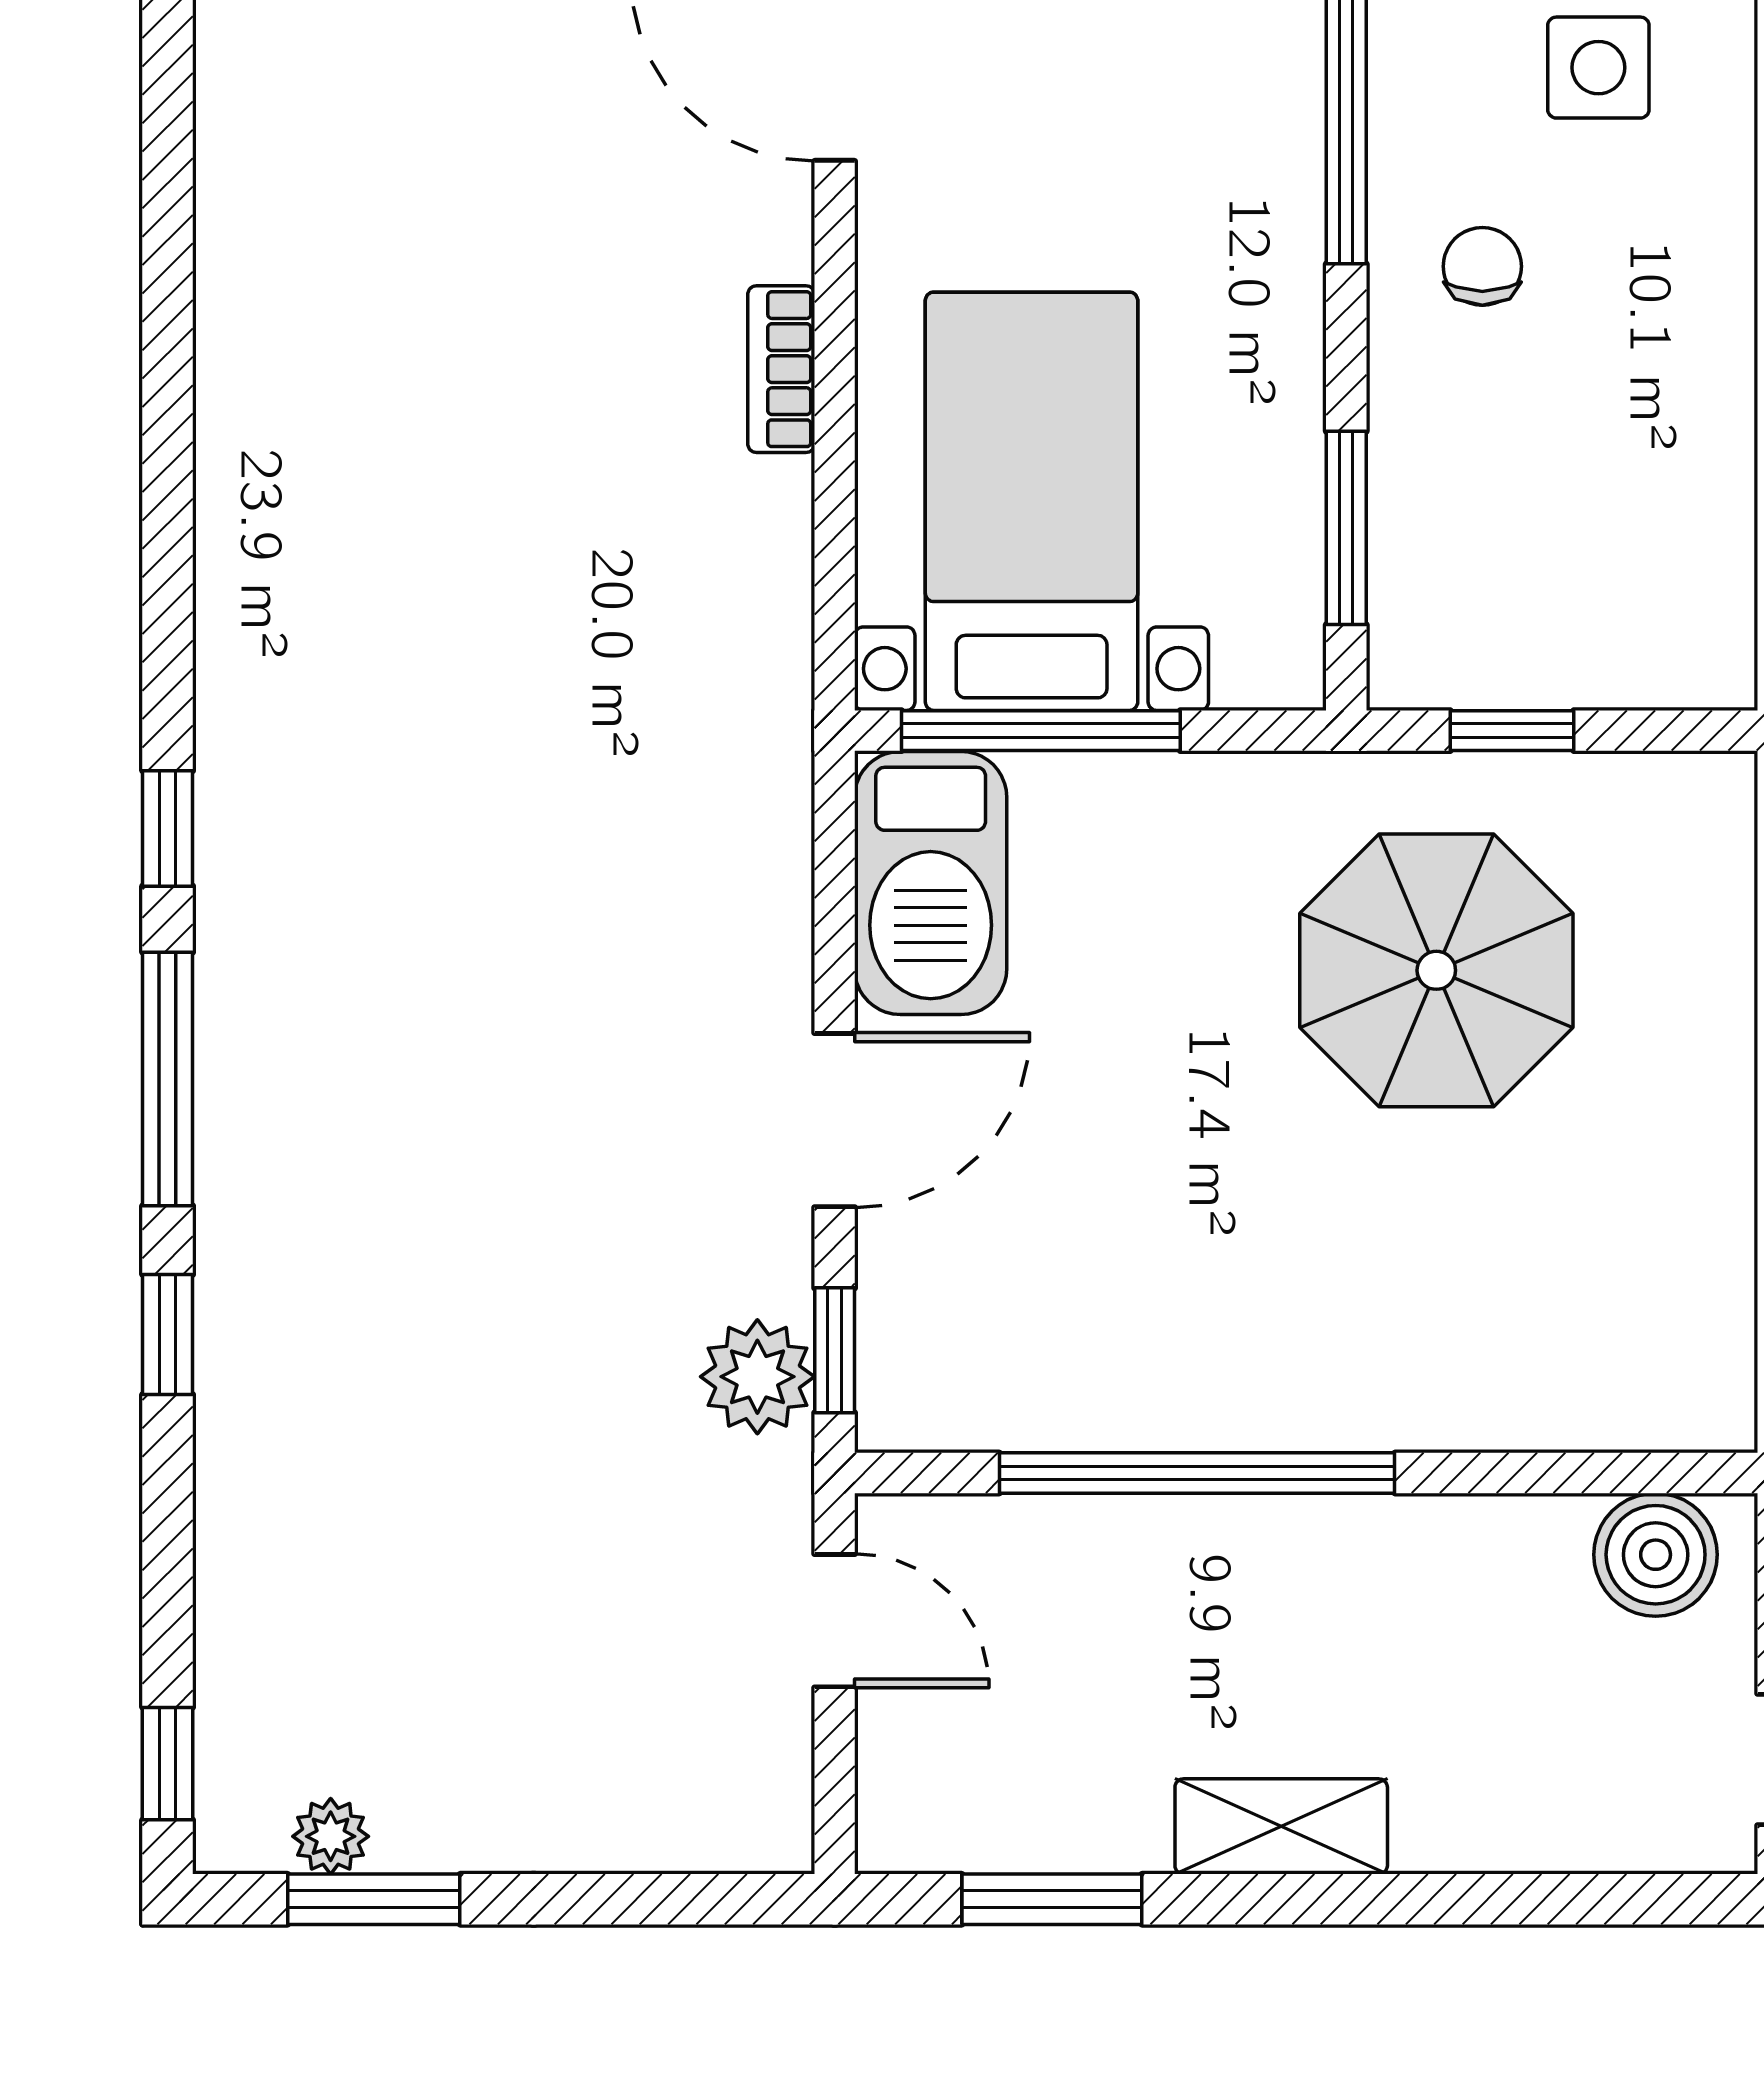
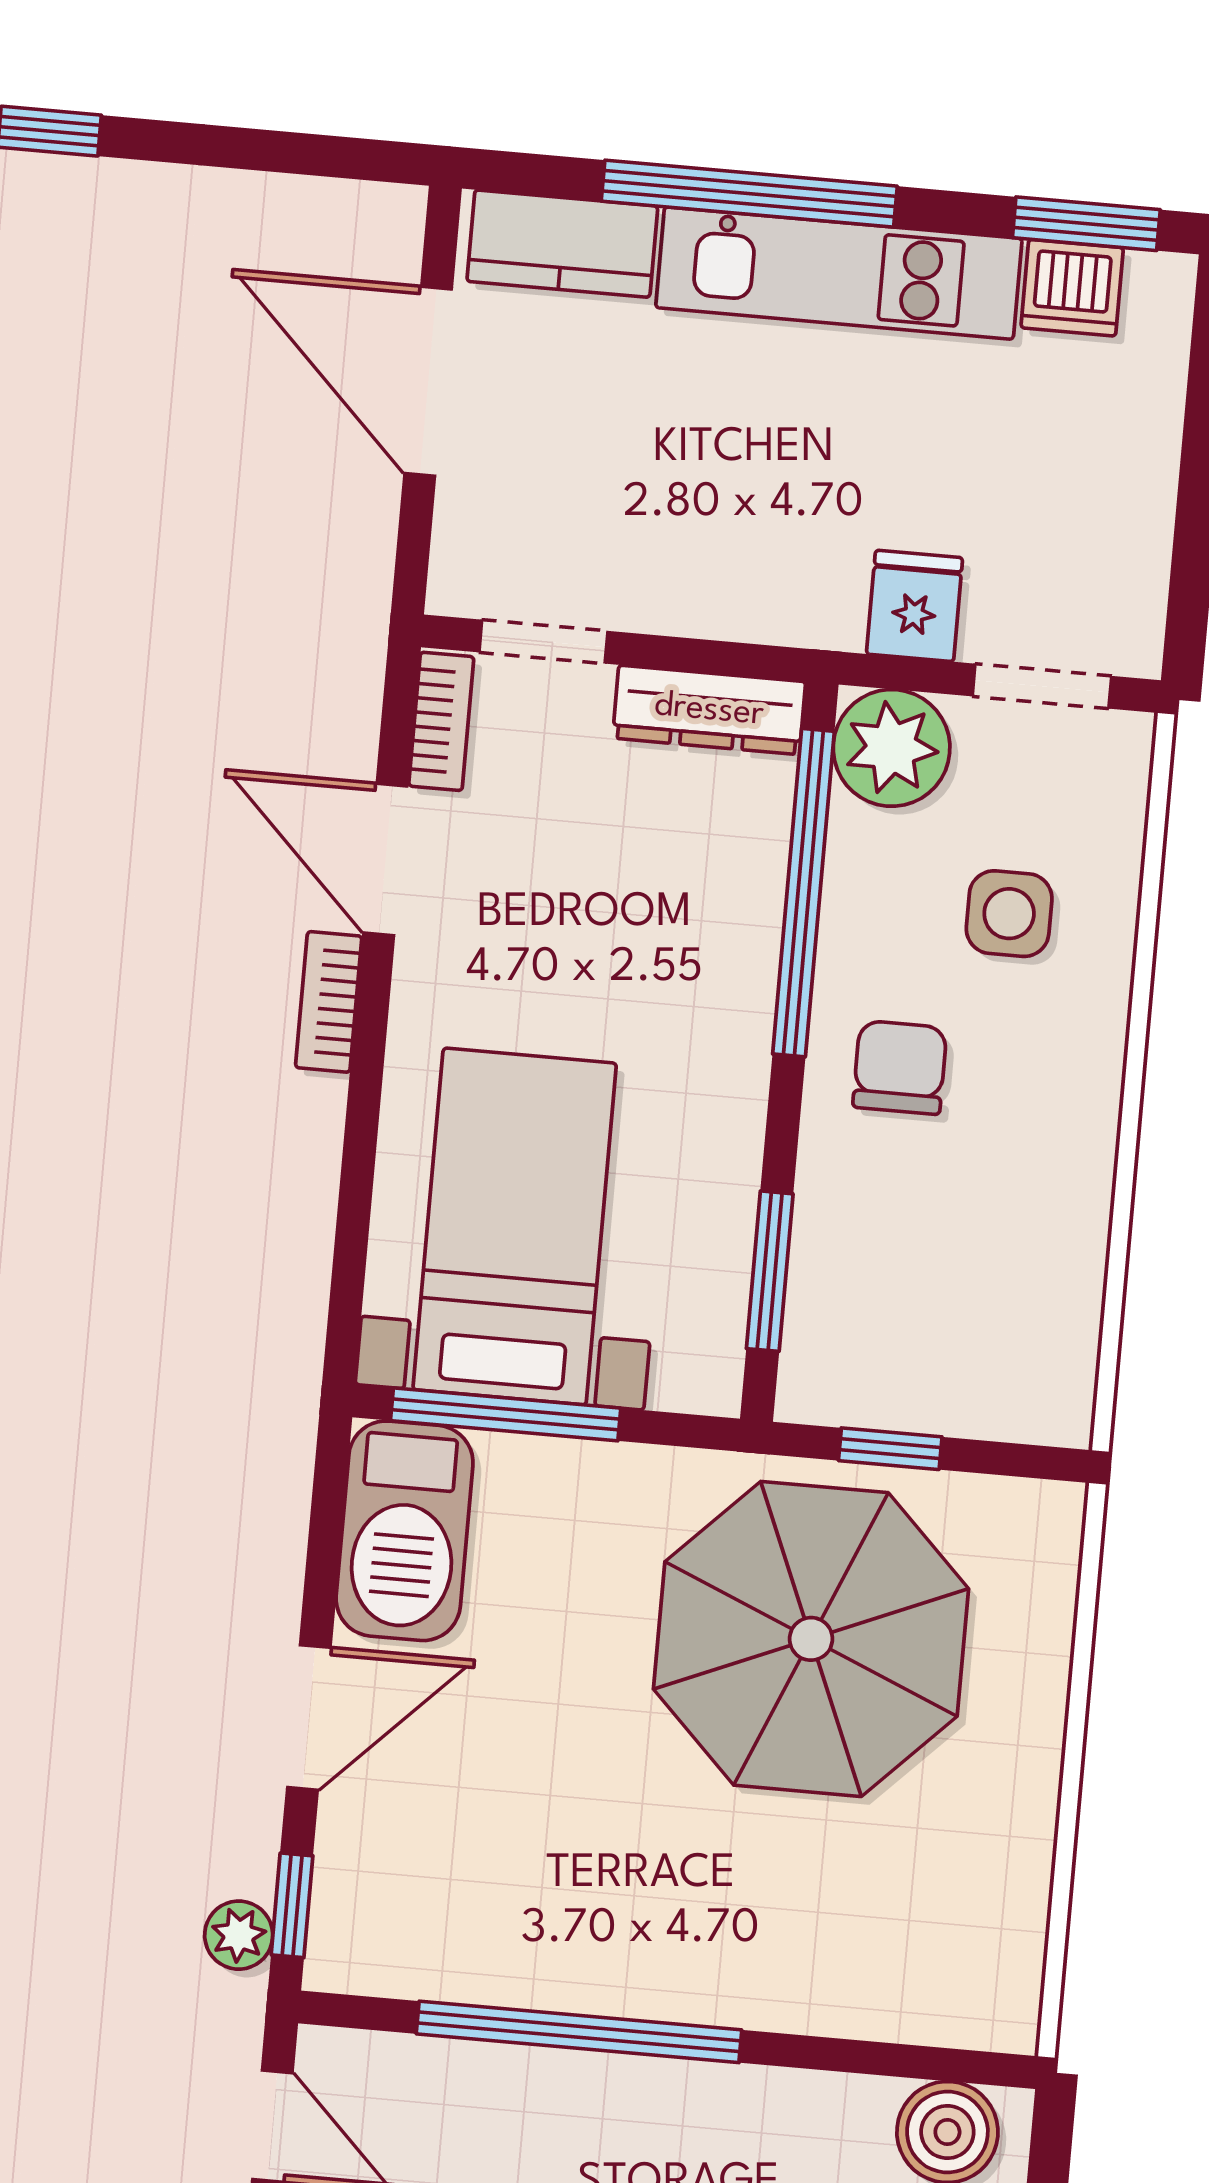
chair: (1482, 266) -> (900, 1067), width x1.37, depth x1.37
bookcase: (781, 369) -> (329, 1002), moved
parasol: (1436, 970) -> (811, 1639), width x1.36, depth x1.36
plant: (757, 1377) -> (239, 1935), width x0.73, depth x0.73

